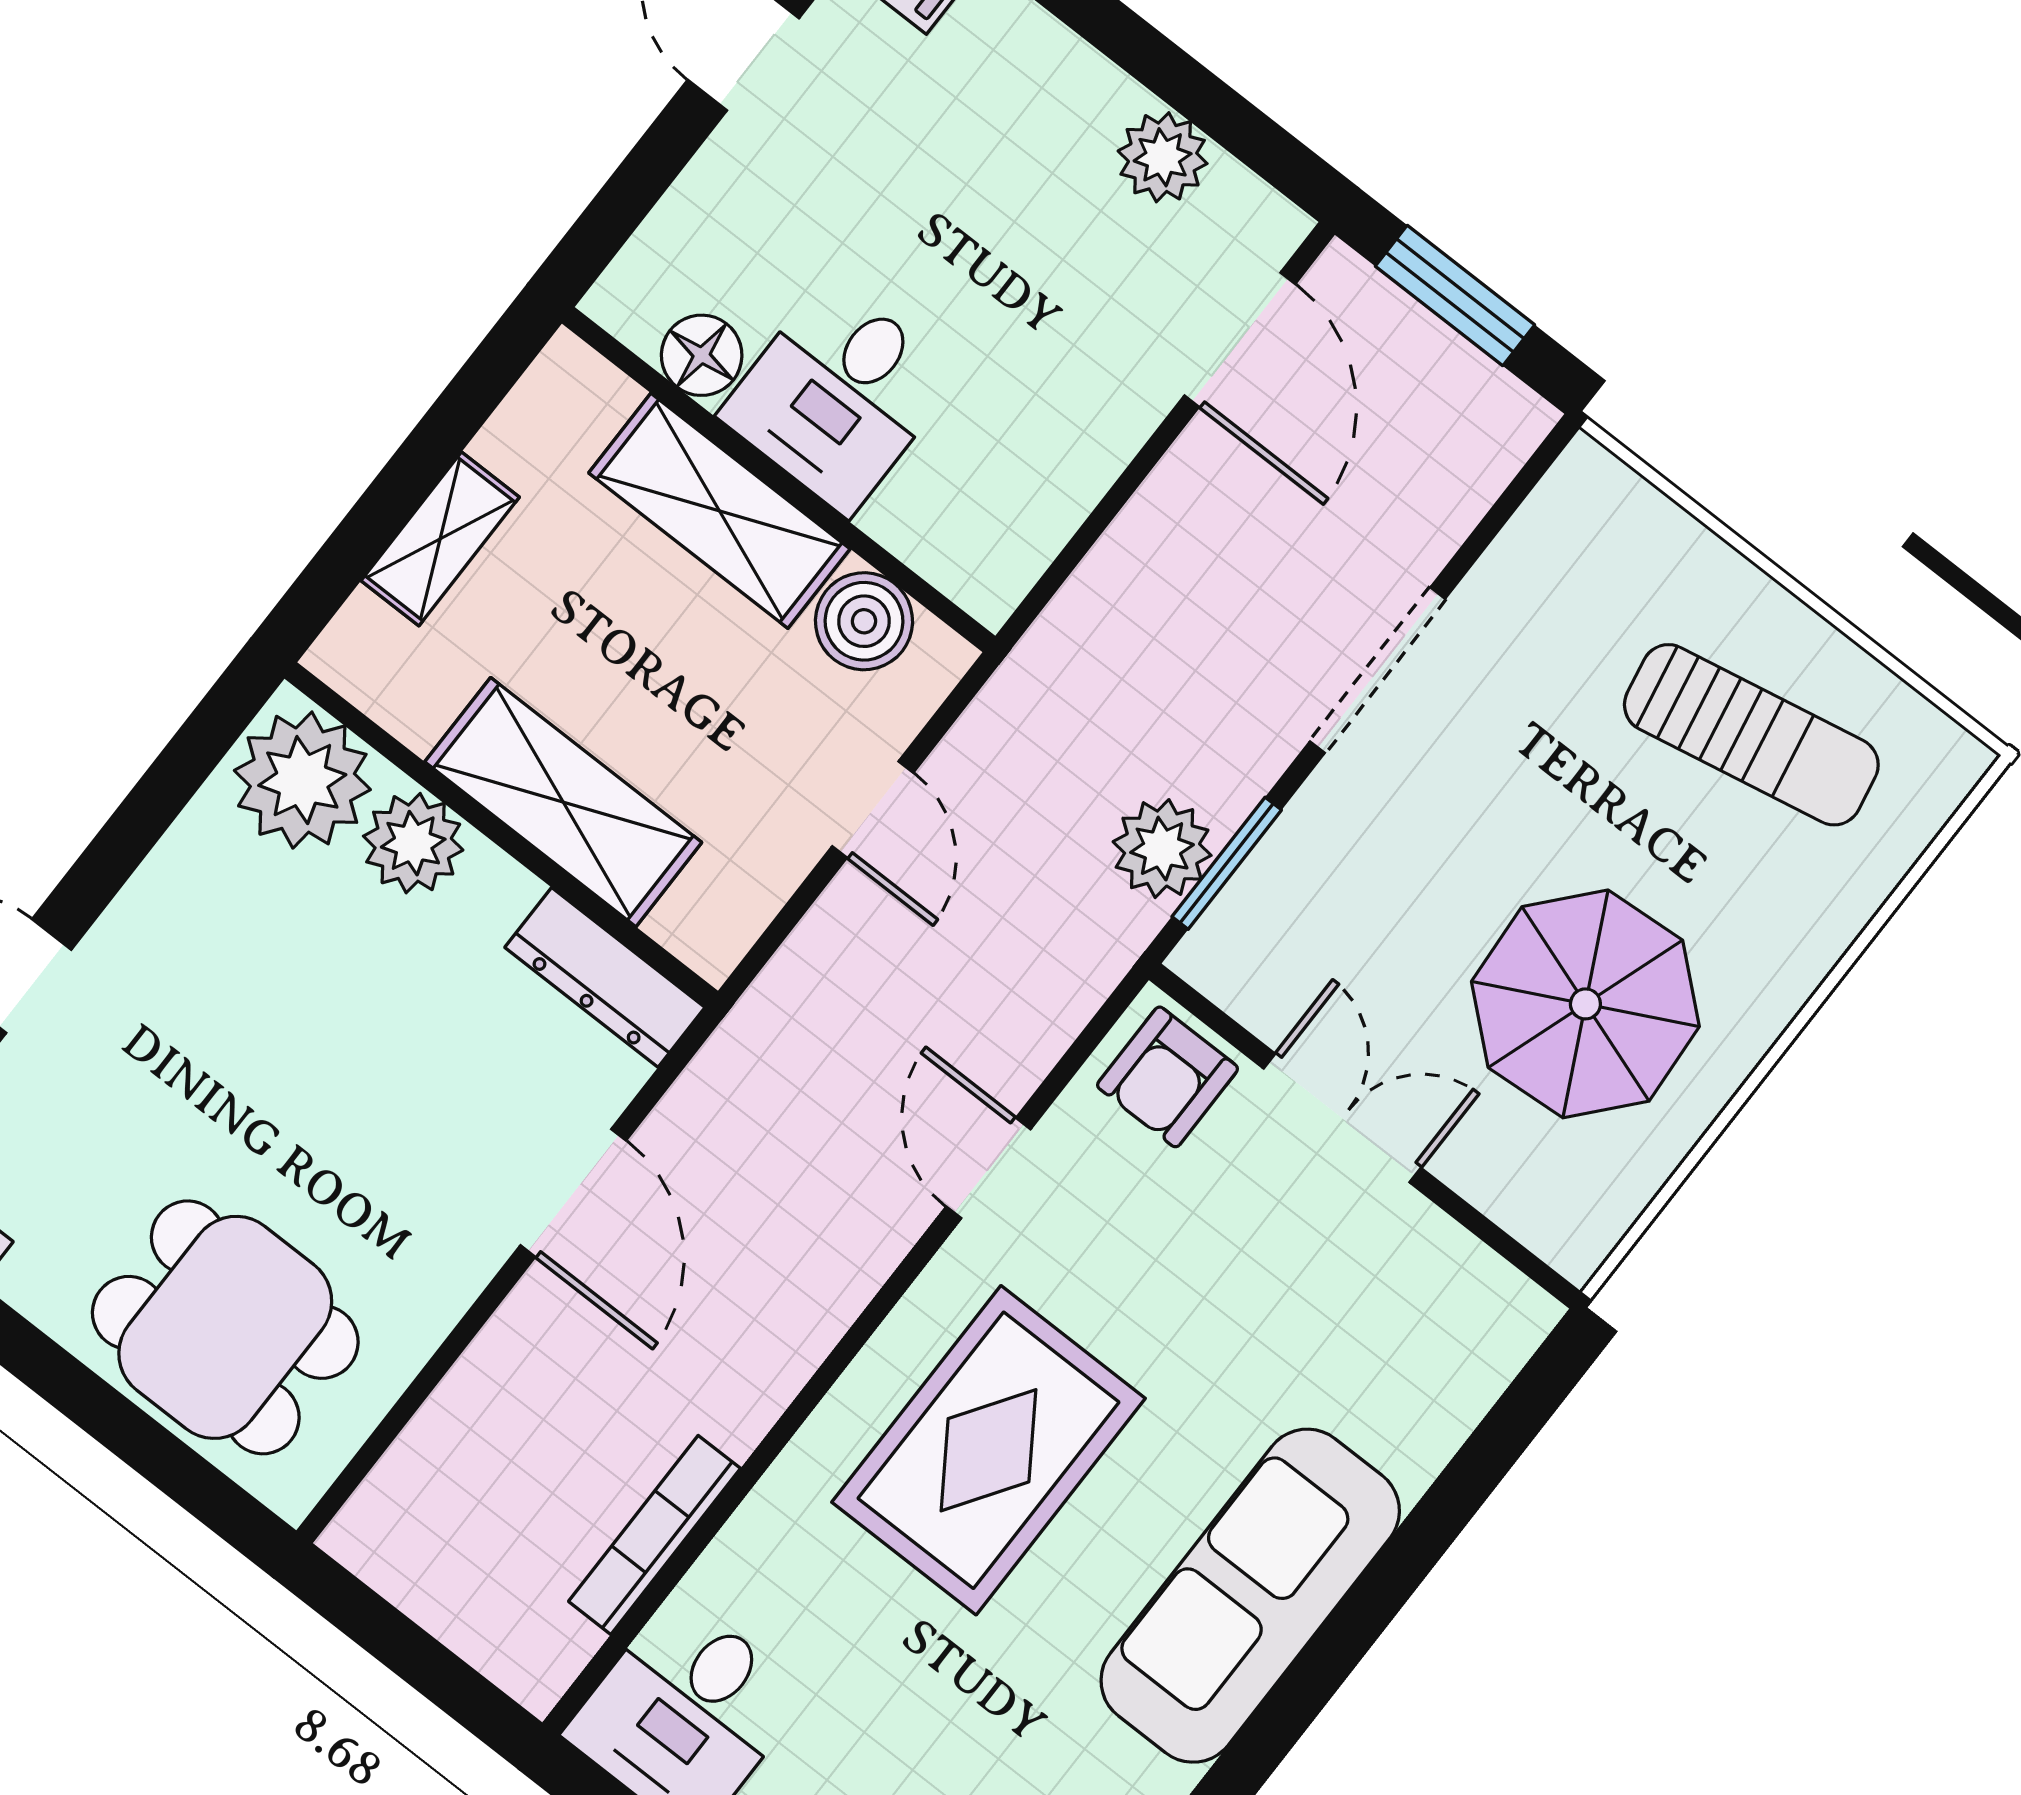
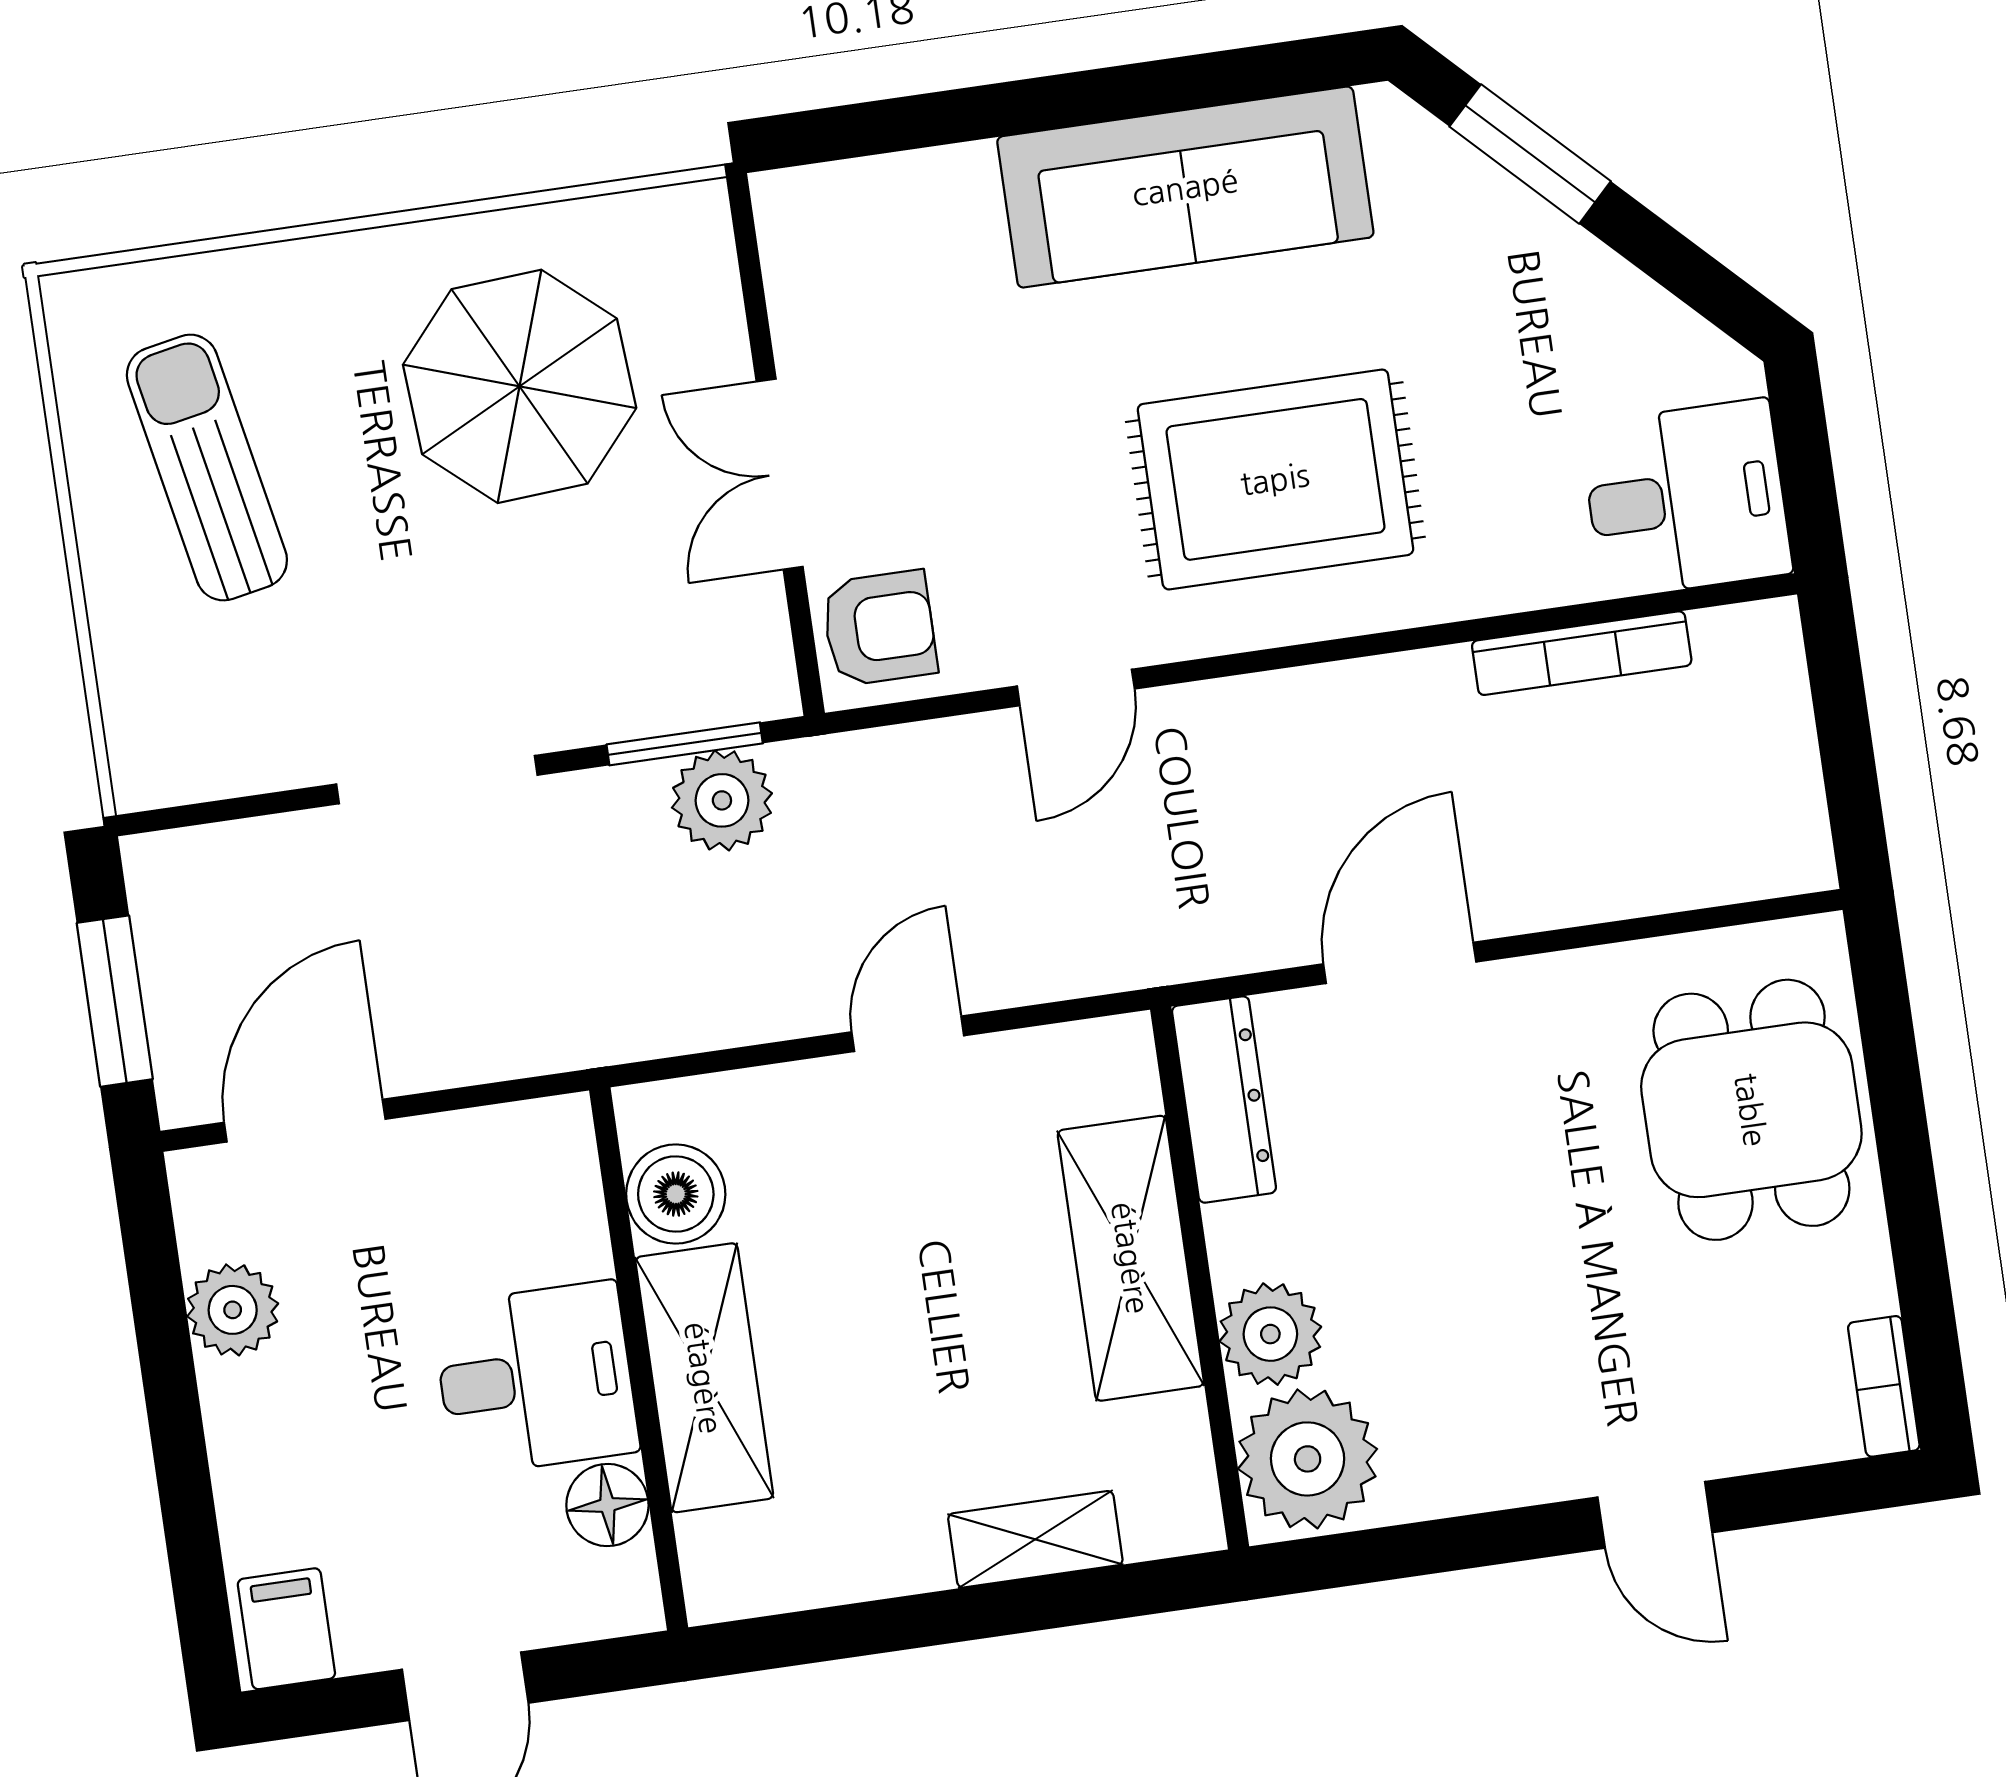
floor lamp: (702, 355) -> (607, 1505), moved
desk: (838, 396) -> (536, 1378), moved
wall: (779, 480) -> (639, 1359), moved
shelving: (719, 511) -> (704, 1378), moved
boiler: (864, 621) -> (676, 1194), moved

